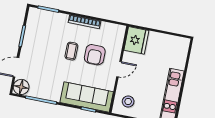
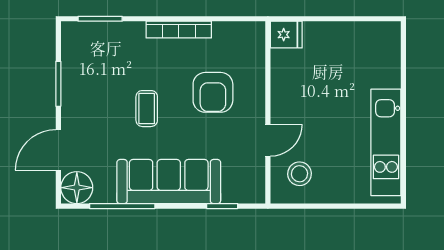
fridge: (136, 40) -> (286, 35), width x0.53, depth x0.75
coffee table: (71, 51) -> (147, 109), moved
door: (119, 69) -> (268, 140), moved
sofa: (87, 97) -> (169, 182), moved

